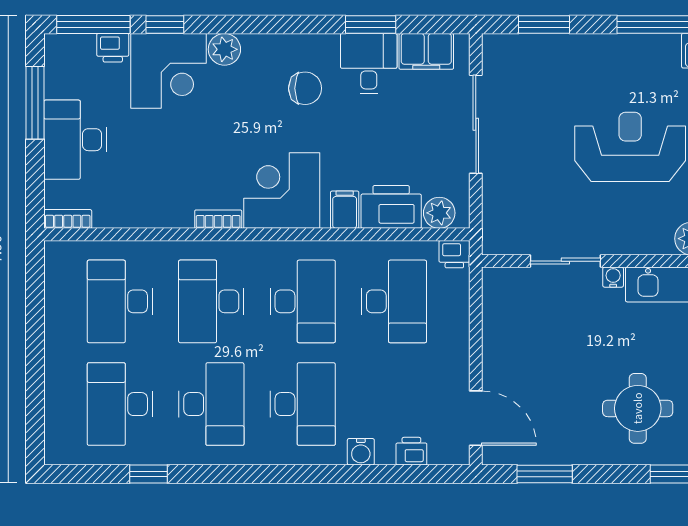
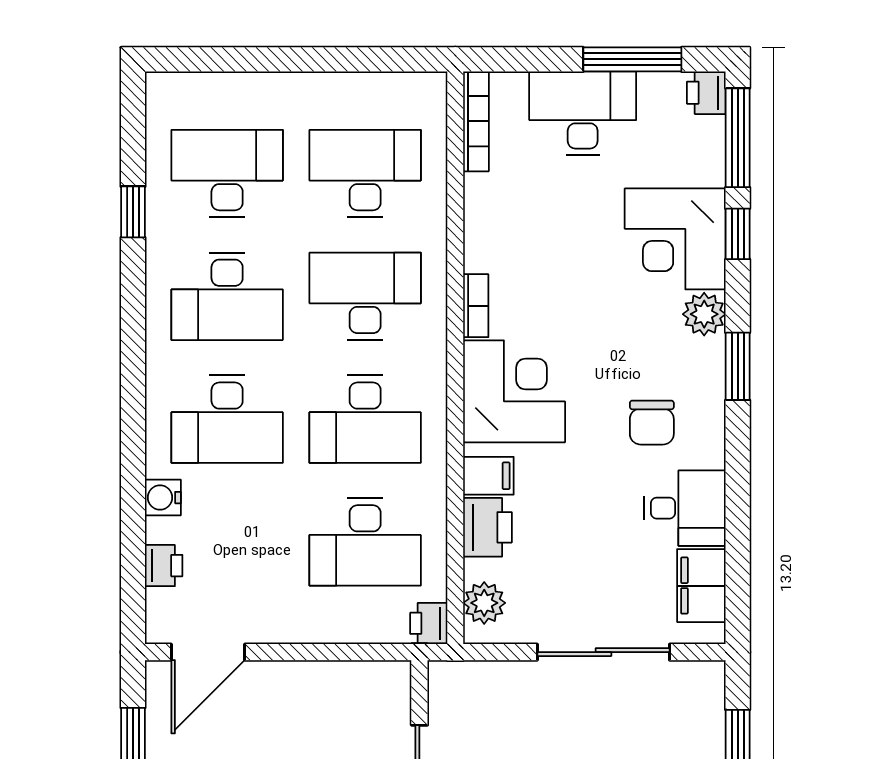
window: (371, 24) -> (738, 366), moved
printer: (113, 48) -> (706, 93), moved
printer: (391, 207) -> (488, 527), width x0.73, depth x0.84
bookcase: (68, 219) -> (476, 121), width x1.56

